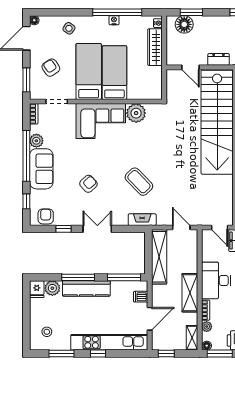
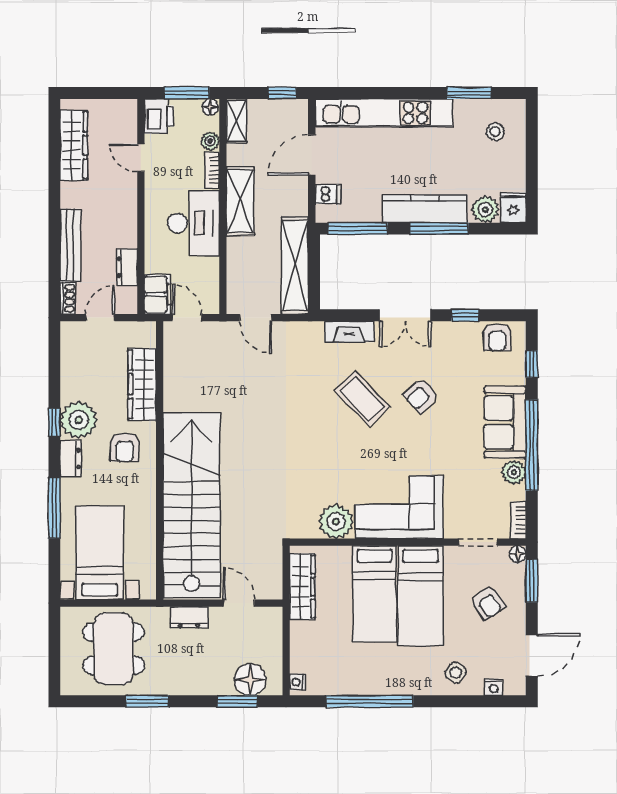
floor lamp: (34, 20) -> (518, 554), moved
nightstand: (114, 20) -> (494, 687), moved
wardrobe: (155, 47) -> (302, 587), moved
coffee table: (139, 182) -> (362, 399), moved
fireplace: (142, 220) -> (349, 332), moved
window: (98, 354) -> (404, 93), removed

